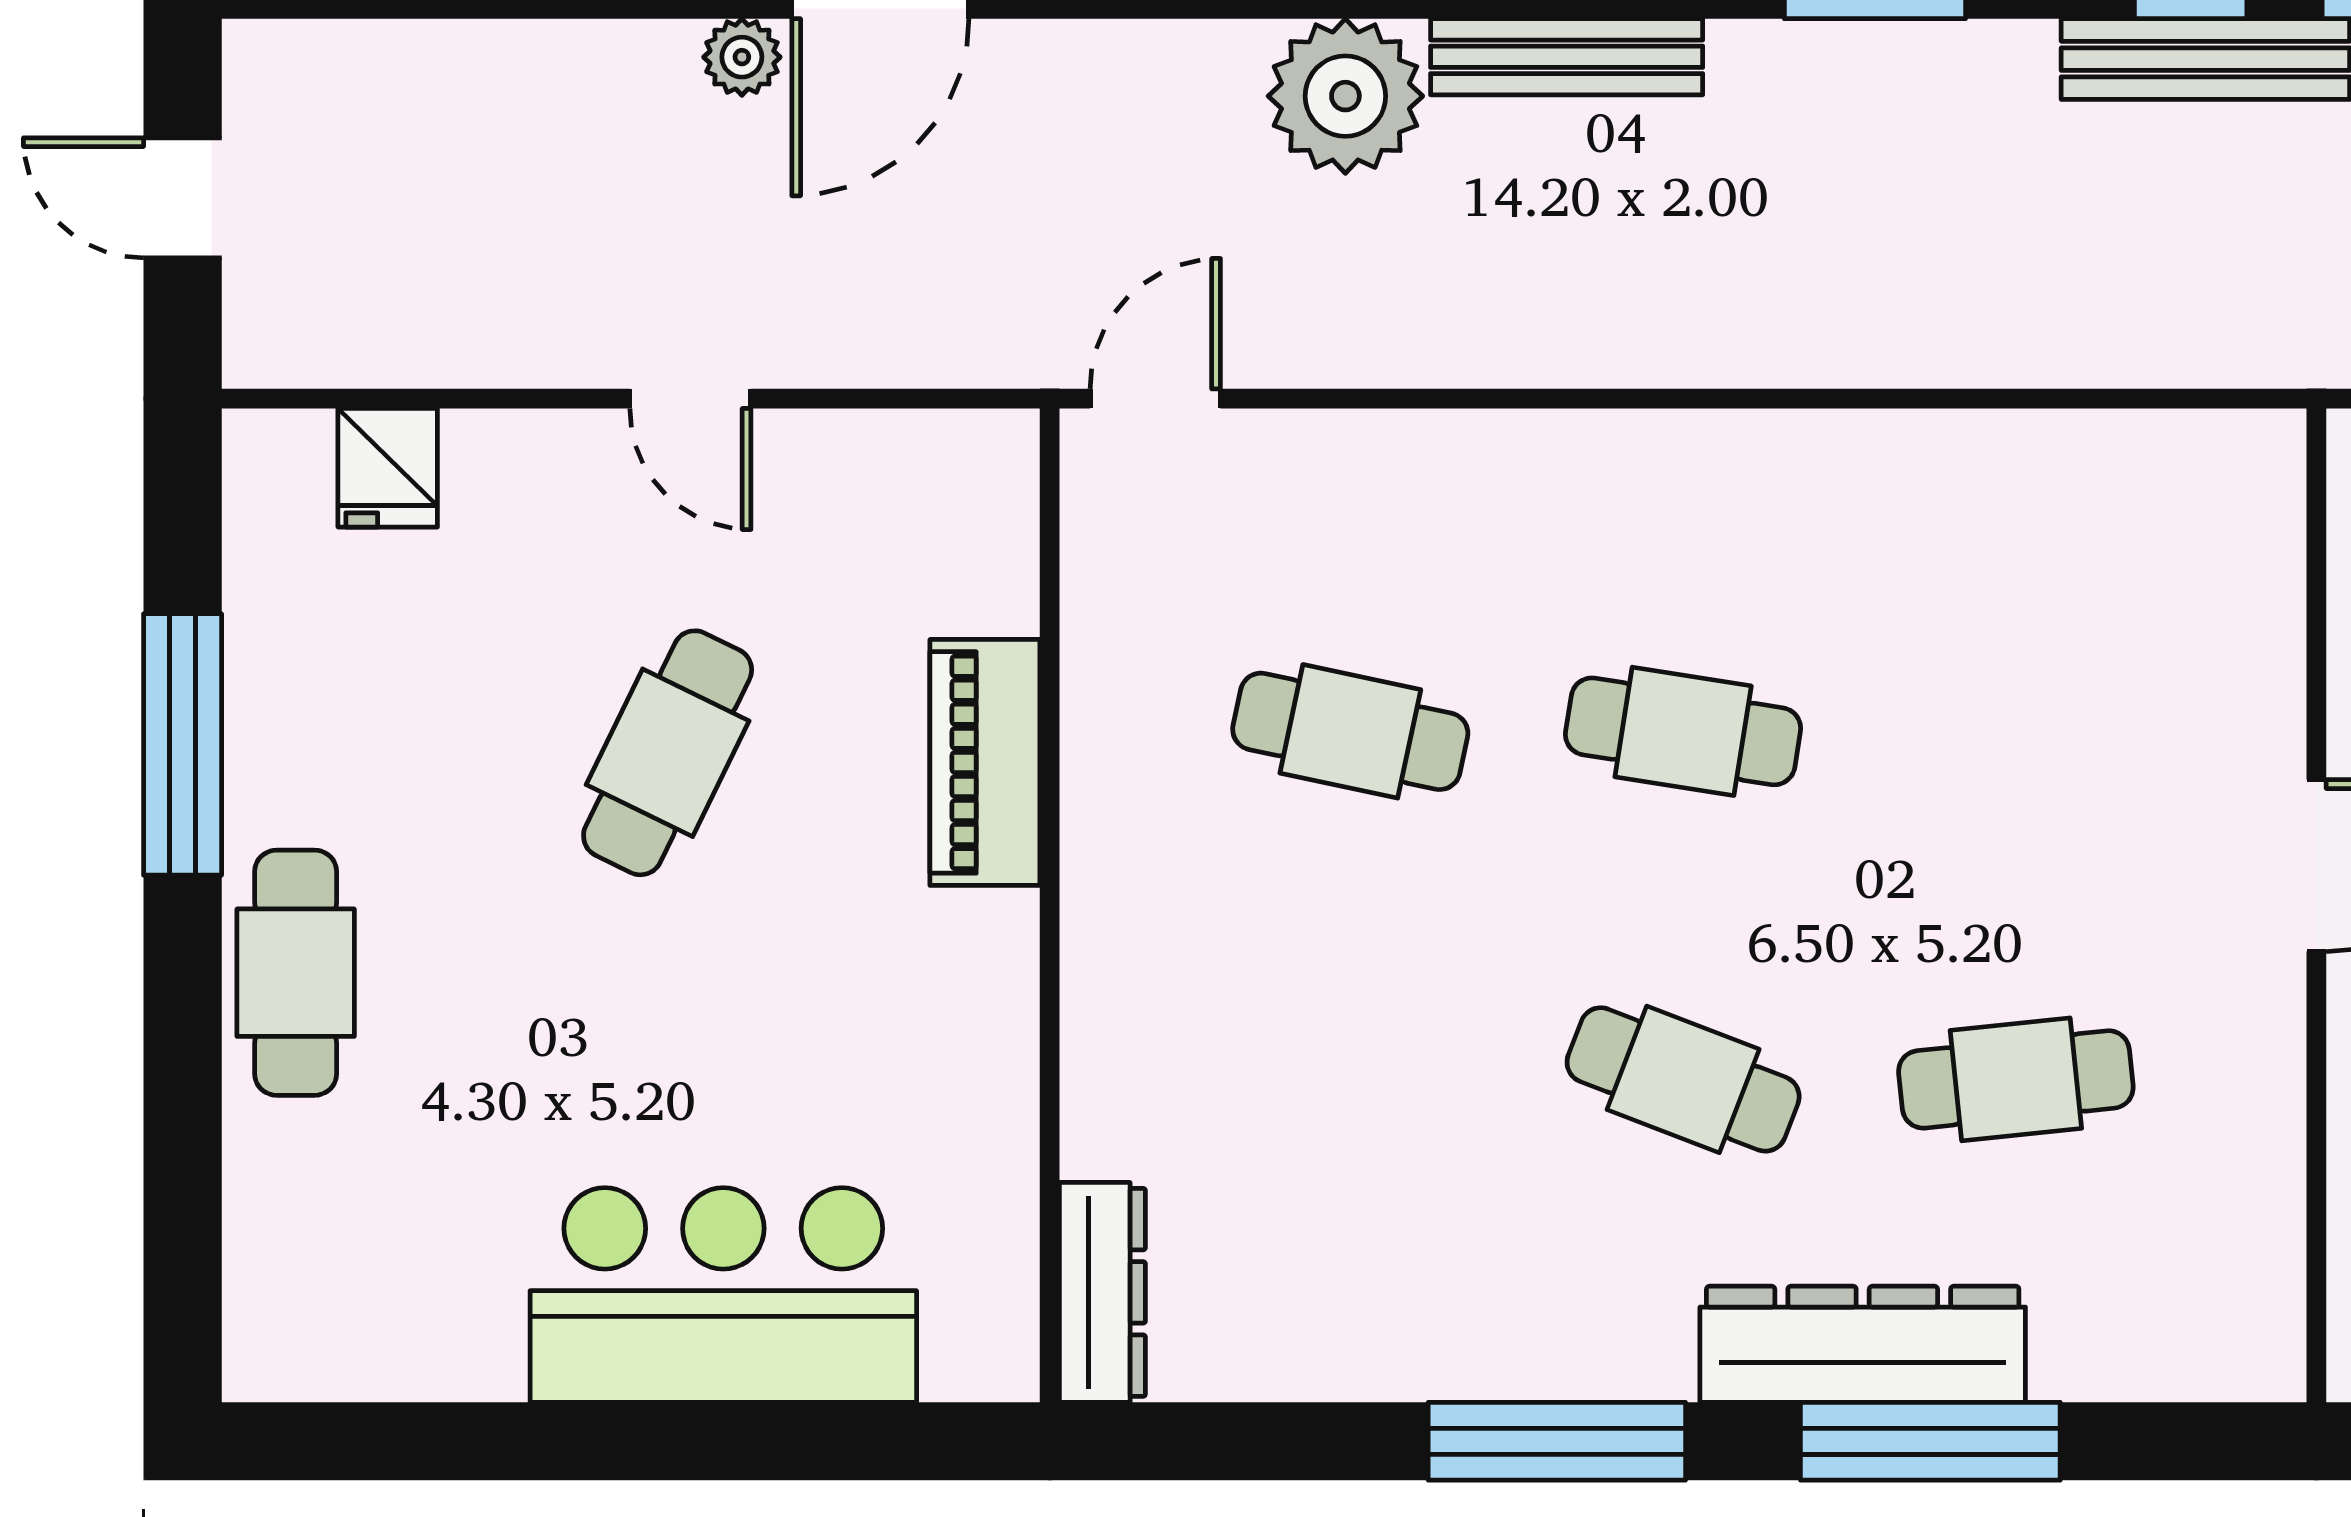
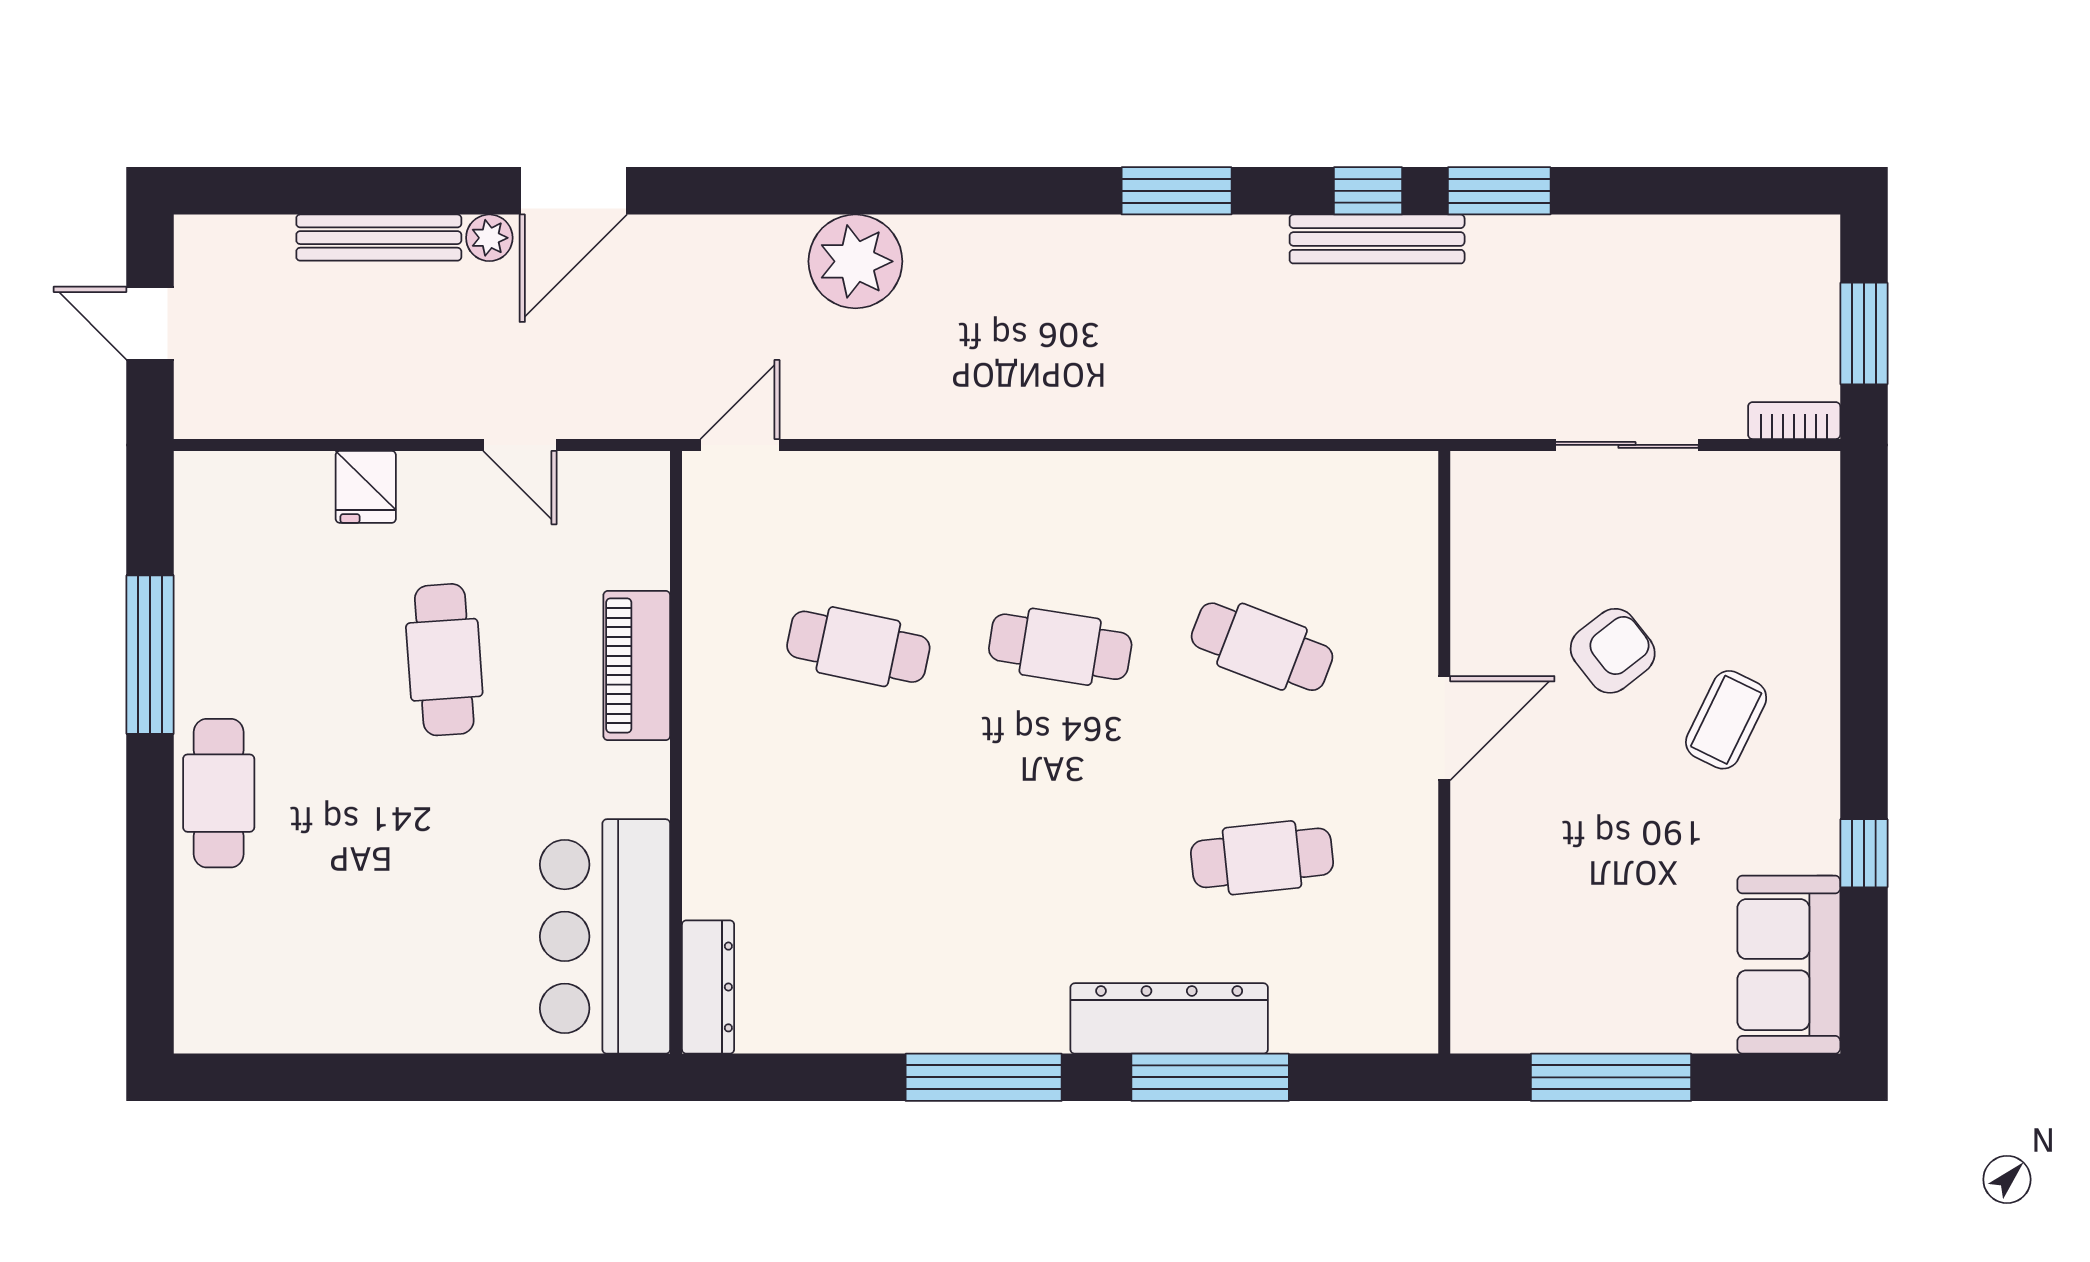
bench: (1567, 57) -> (379, 238), moved
door: (690, 399) -> (520, 445), moved
fridge: (388, 468) -> (366, 487), moved
cafe table: (668, 753) -> (444, 660), turned -30
cafe table: (1683, 1079) -> (1262, 647), moved
bar counter: (723, 1295) -> (605, 936), moved, turned -90

